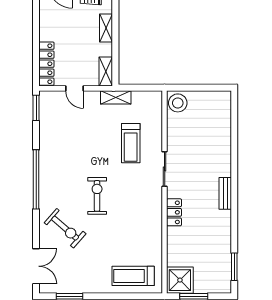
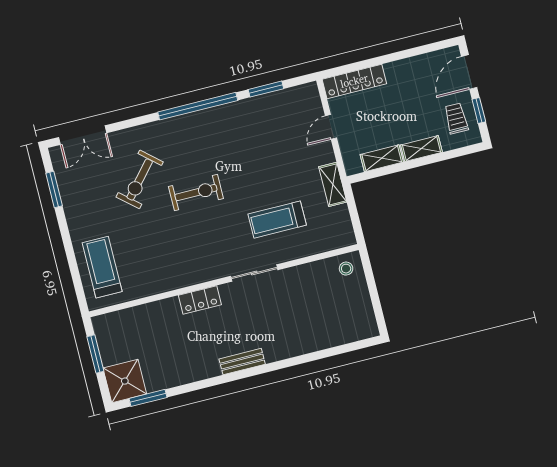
shelving: (106, 72) -> (382, 158), moved
stool: (178, 103) -> (346, 269), width x0.53, depth x0.53
window: (36, 108) -> (266, 89), moved
exercise bike: (65, 228) -> (140, 179), moved
shower: (180, 280) -> (125, 381), moved

